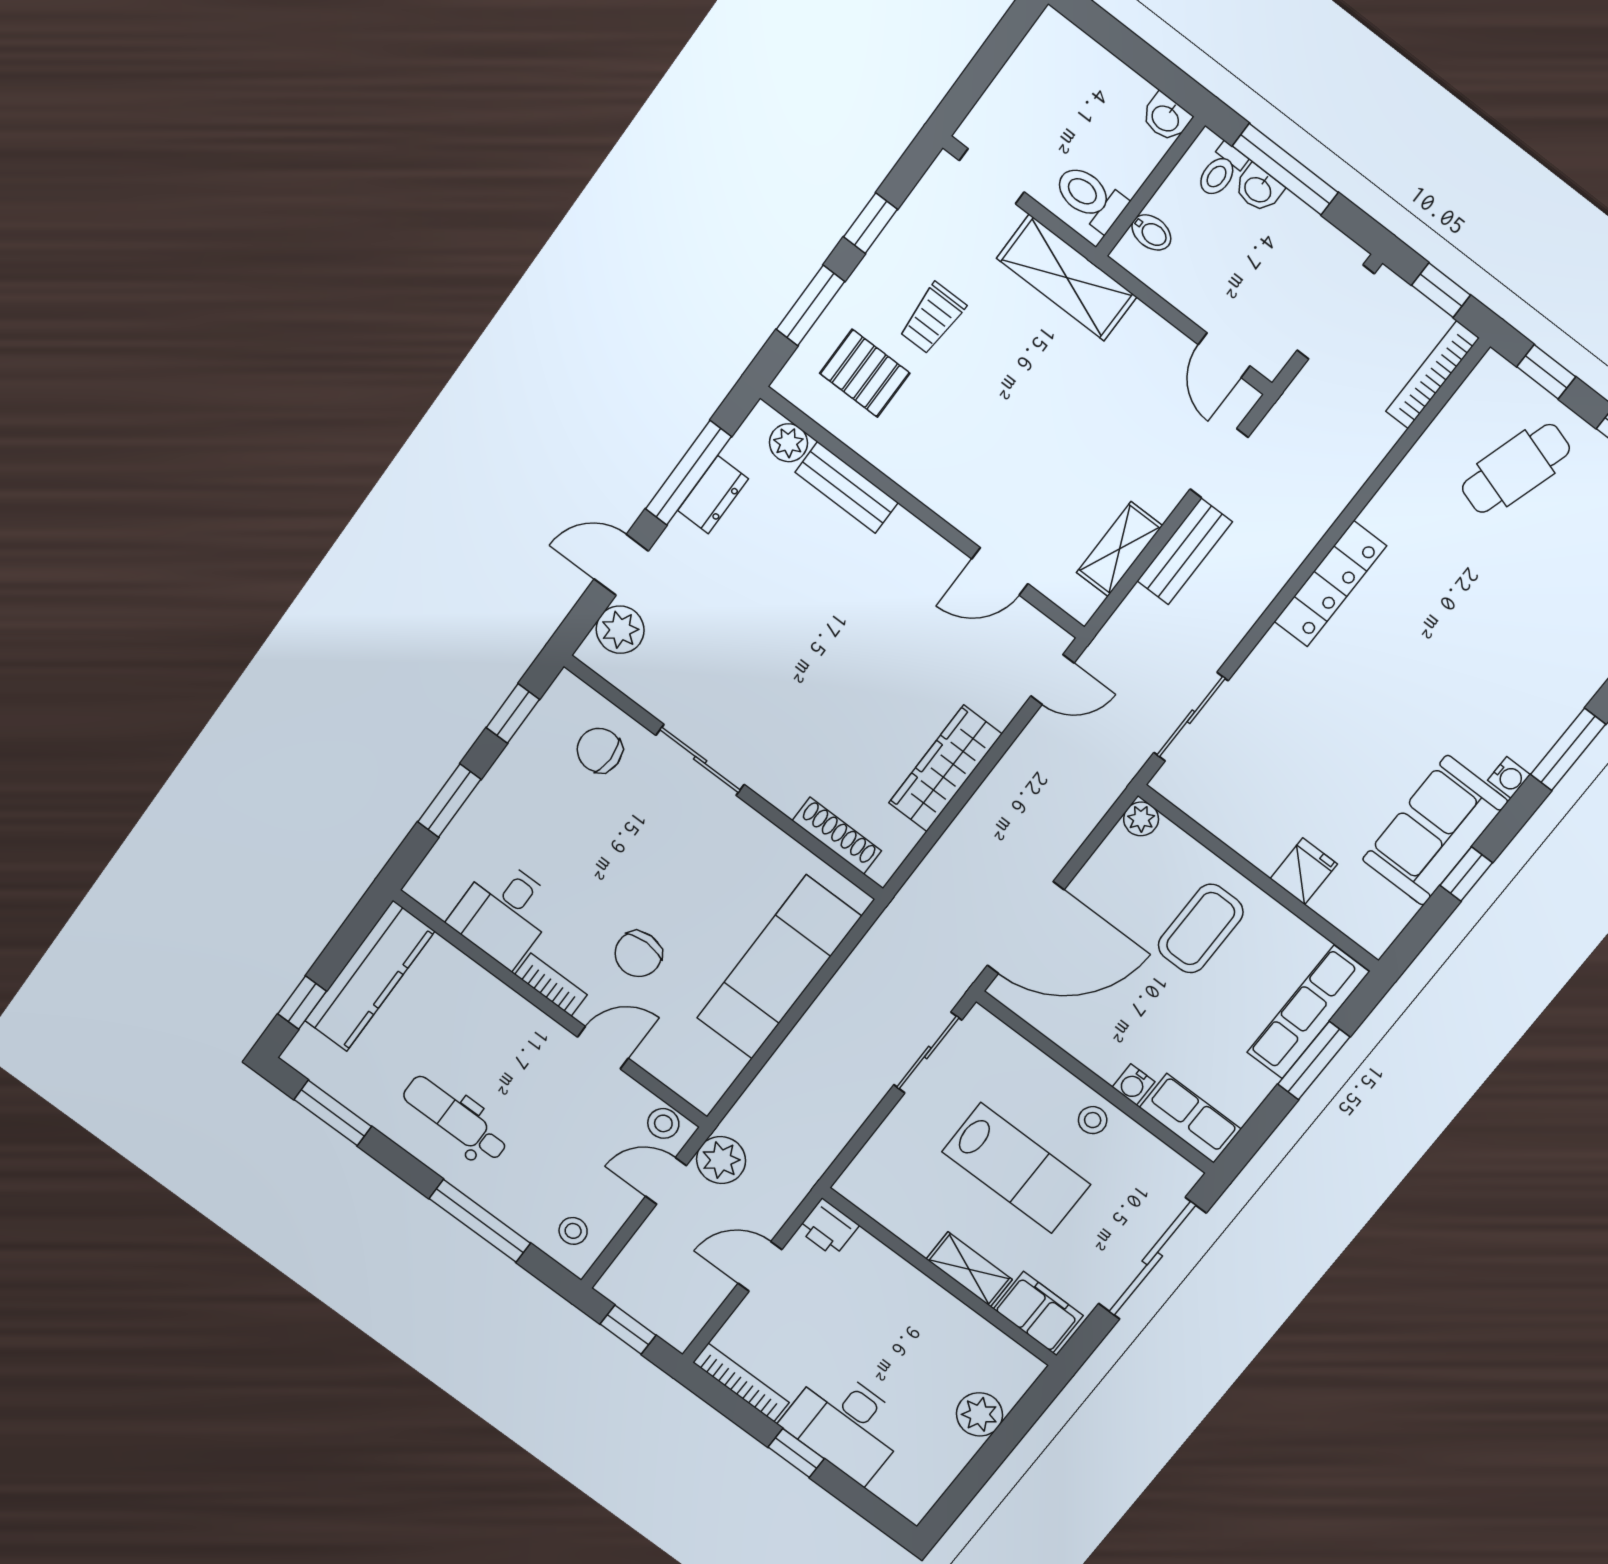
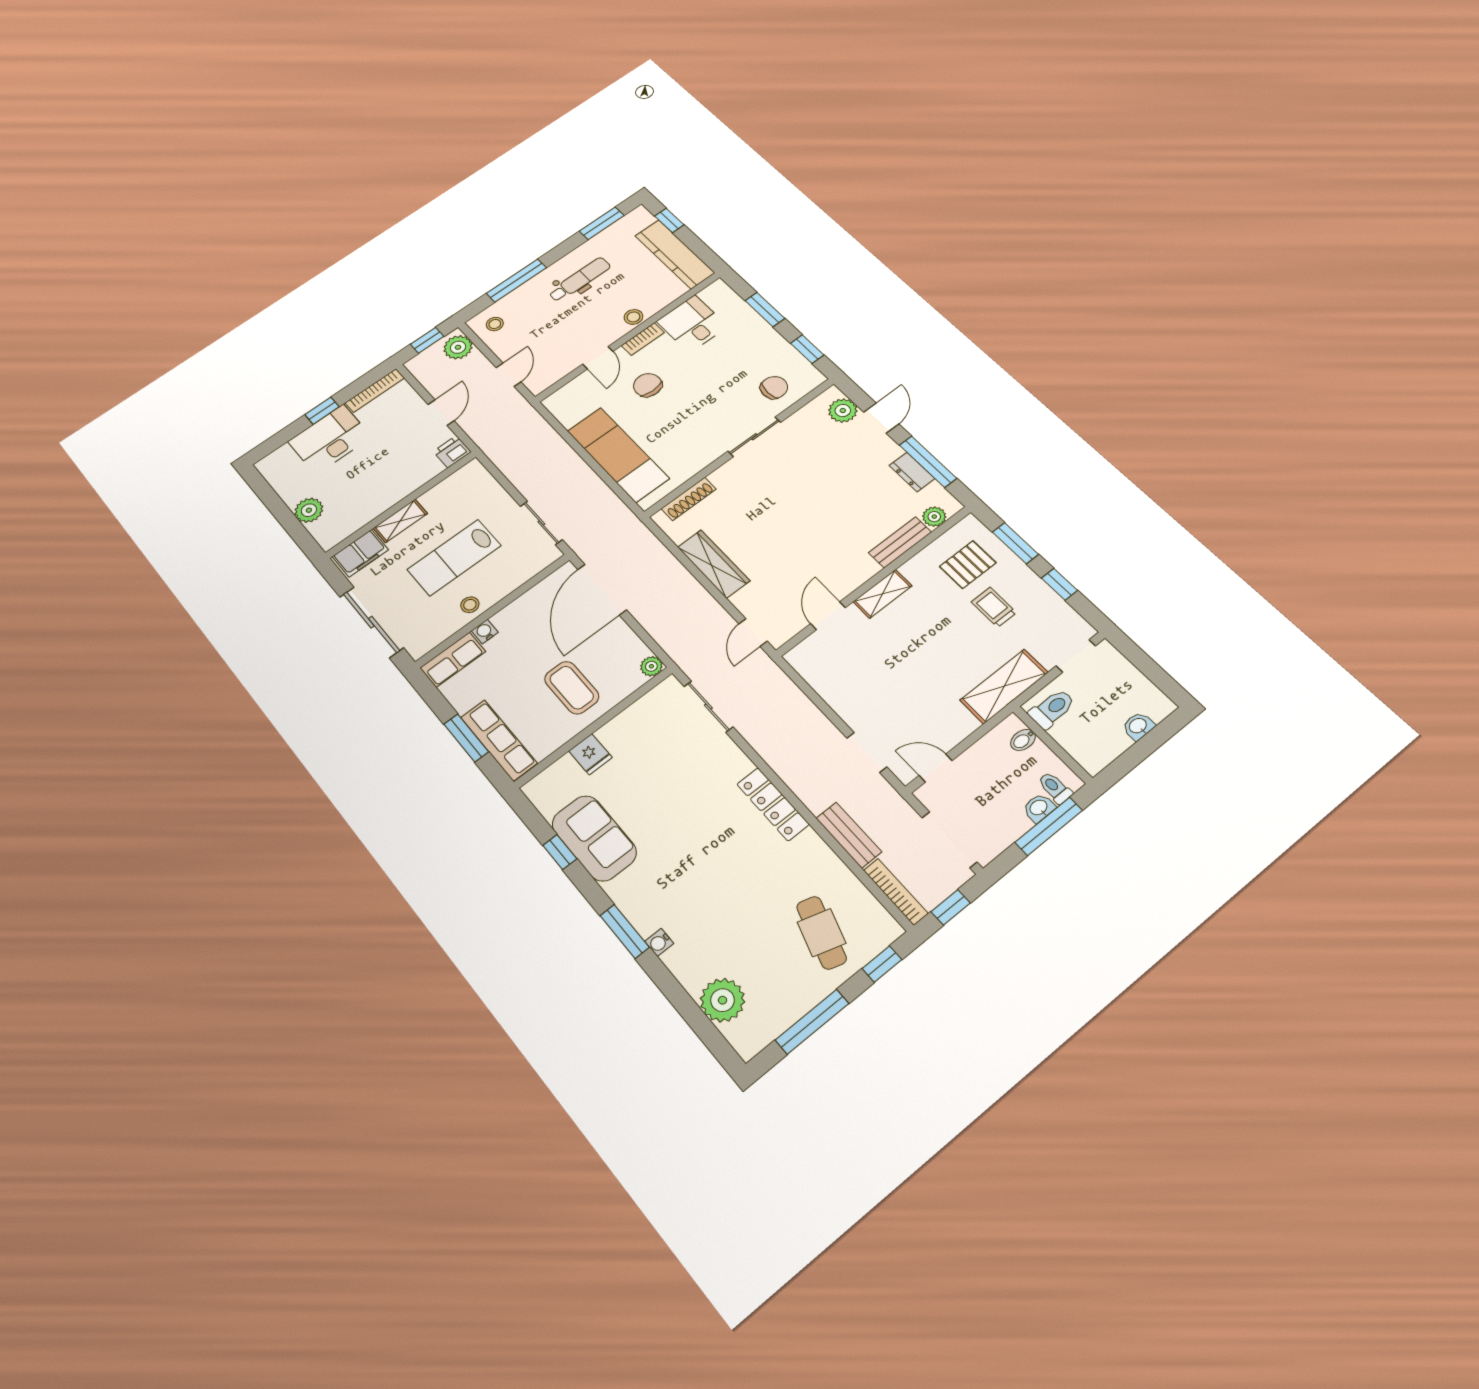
washbasin: (1166, 118) -> (1138, 726), moved
shelving: (1119, 549) -> (883, 594), moved, turned 90
bench: (1185, 551) -> (849, 835), moved
water cooler: (1509, 777) -> (659, 942), moved
stool: (663, 1123) -> (634, 317), moved
plant: (721, 1160) -> (458, 347), moved

